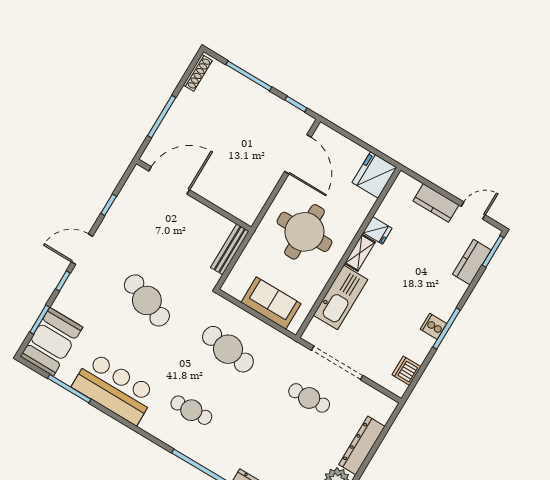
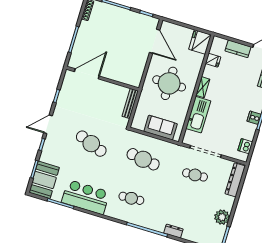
fridge: (377, 230) -> (213, 60), moved
dresser: (362, 446) -> (235, 180), moved

